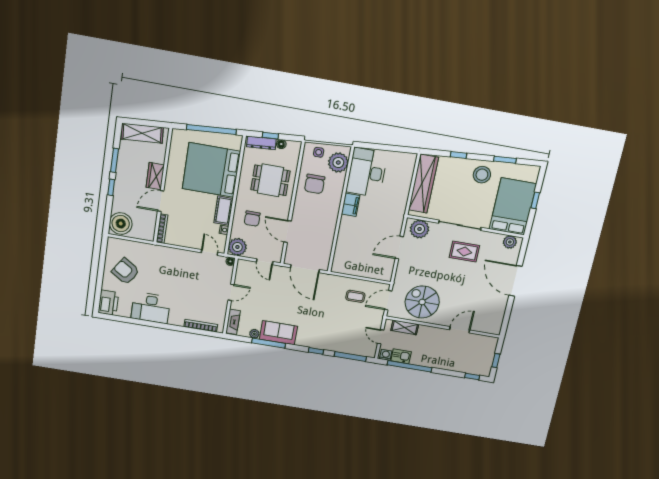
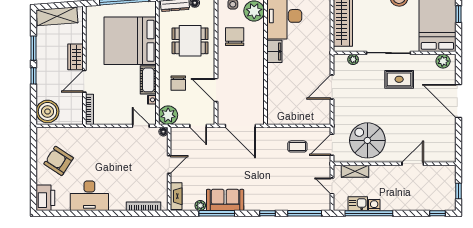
chair: (315, 184) -> (235, 37), turned 180
plant: (420, 229) -> (353, 59), width x0.53, depth x0.53
washing machine: (386, 355) -> (374, 205), moved

